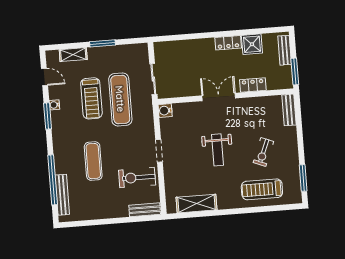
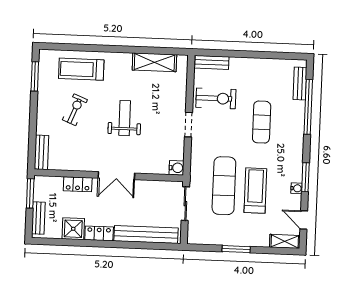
bench: (186, 47) -> (146, 235), added
shelving: (73, 55) -> (285, 241), moved
treadmill: (262, 189) -> (81, 69), turned 180
bench: (62, 195) -> (300, 83), width x0.73

